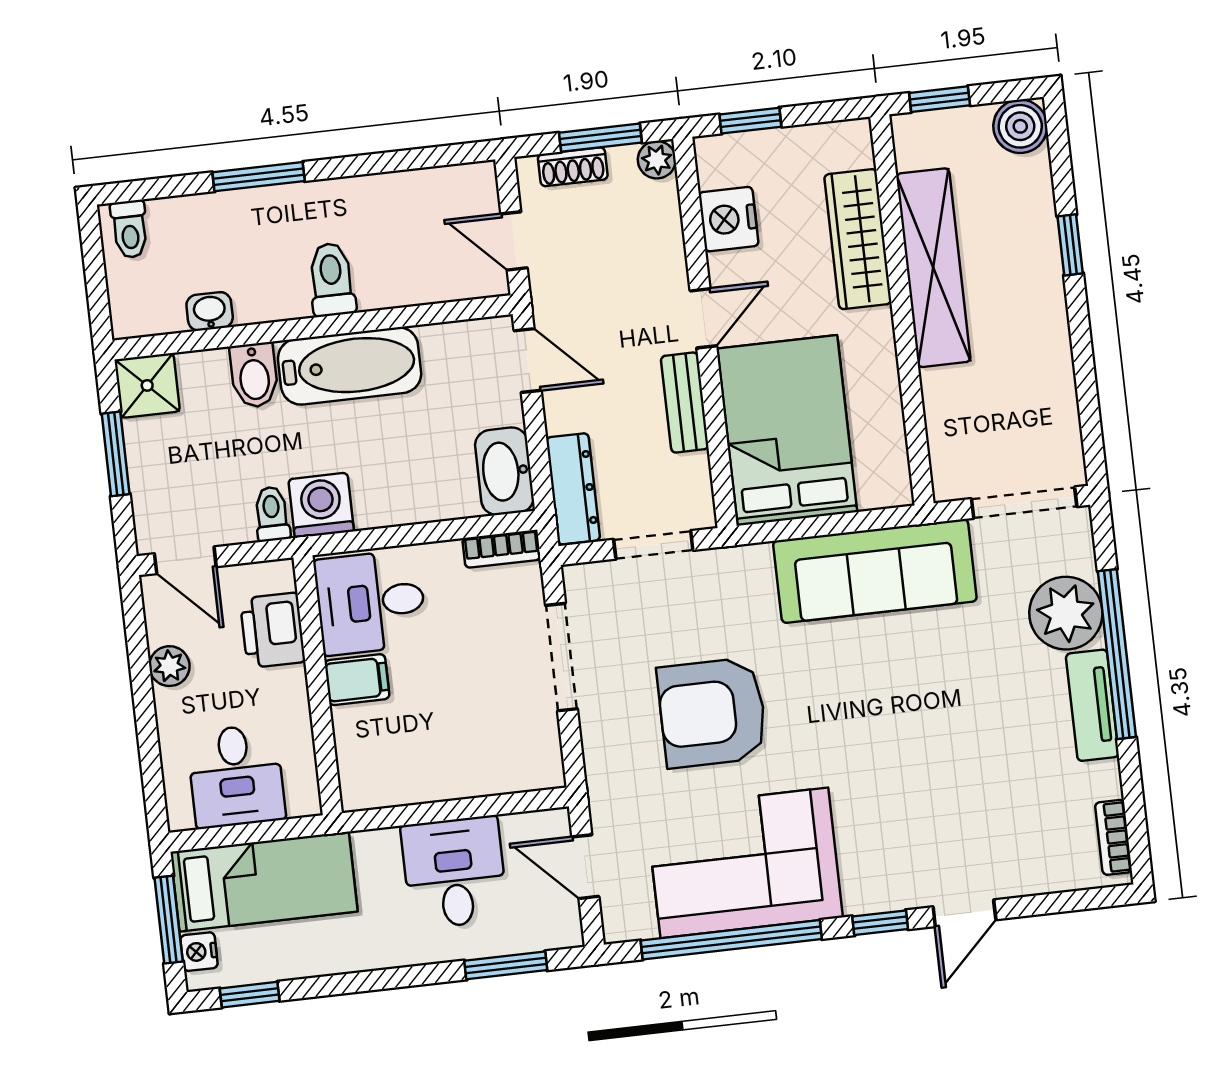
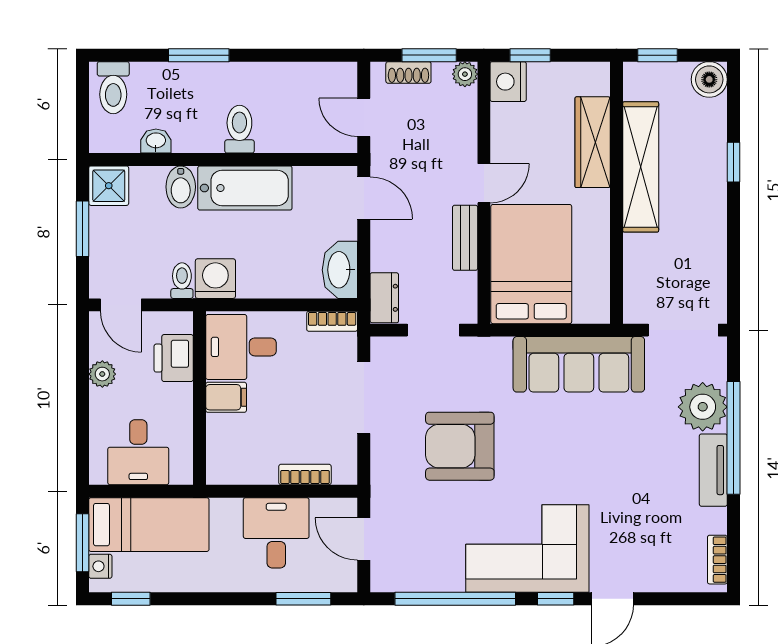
nightstand: (729, 219) -> (508, 82), moved
toilet: (130, 229) -> (113, 88), width x1.37, depth x1.39
dresser: (573, 489) -> (384, 298), width x0.70
bookcase: (487, 781) -> (305, 475), added
corner sofa: (744, 863) -> (527, 549), moved

